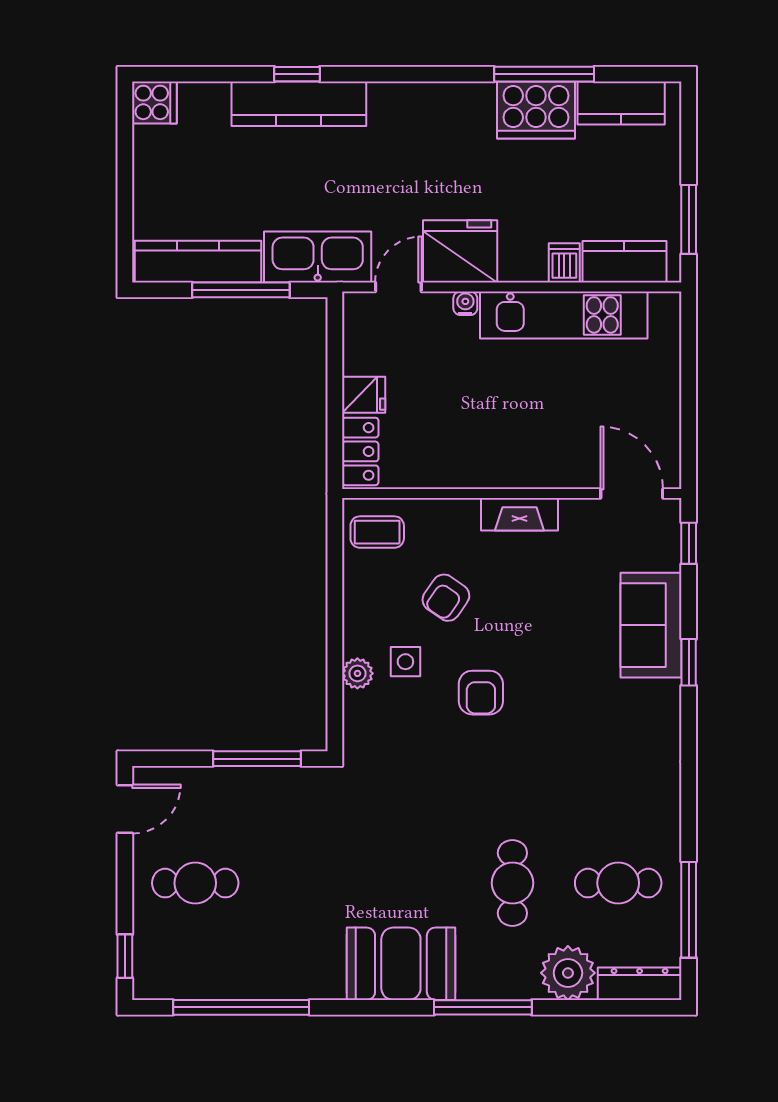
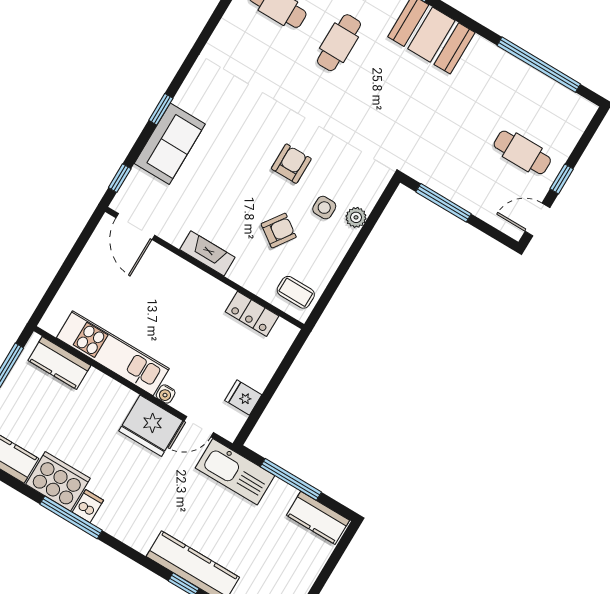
window: (544, 74) -> (71, 517), moved
kitchen counter: (198, 262) -> (318, 518), width x0.67
dishwasher: (564, 263) -> (88, 506), moved, turned 180
fridge: (364, 395) -> (243, 398), moved
locker: (360, 451) -> (252, 314), moved, turned -90
window: (125, 956) -> (562, 179), moved

